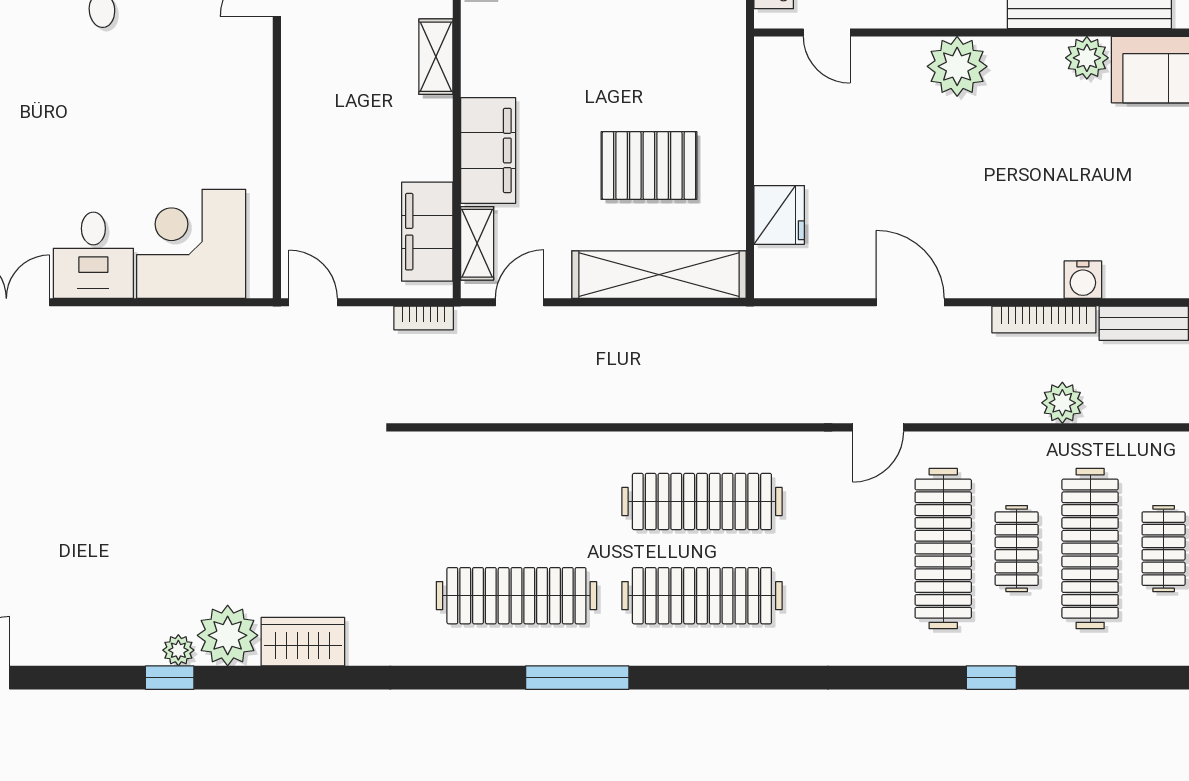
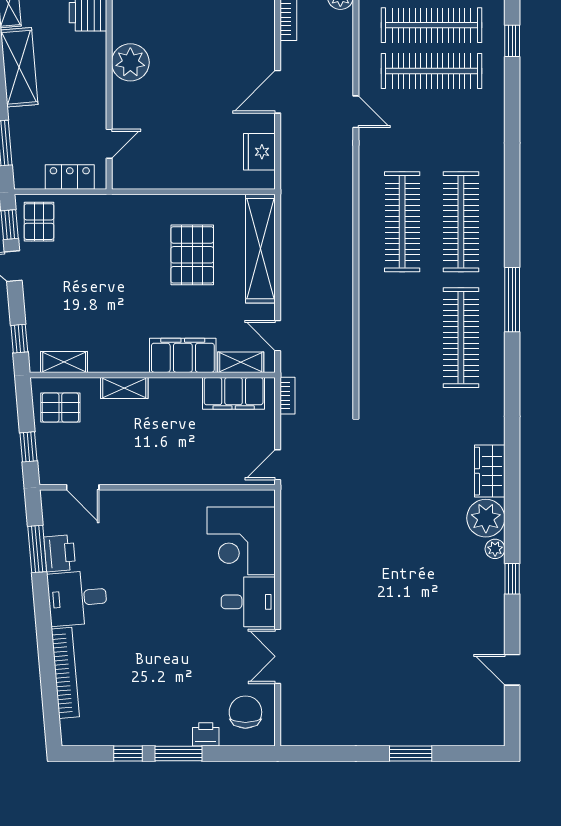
fridge: (779, 215) -> (259, 152), moved, turned -90
clothes rail: (1017, 549) -> (432, 25), width x1.86, depth x1.31
window: (170, 678) -> (512, 579), moved

